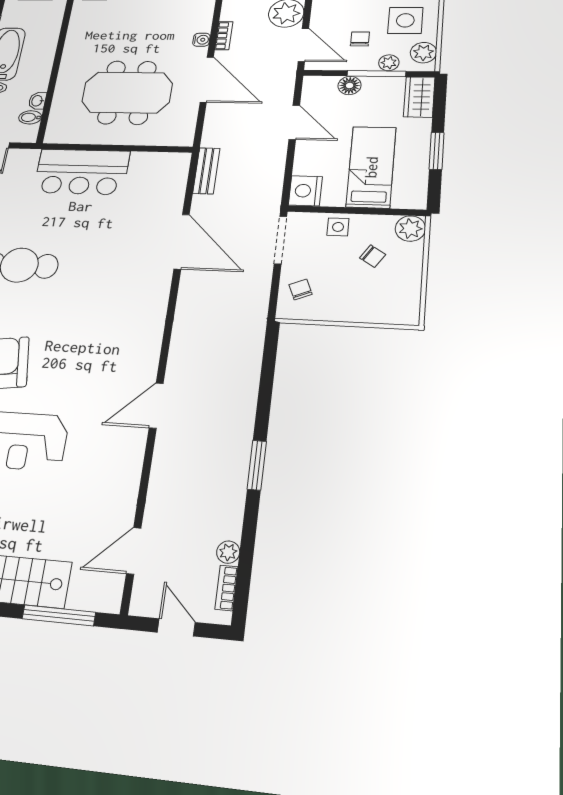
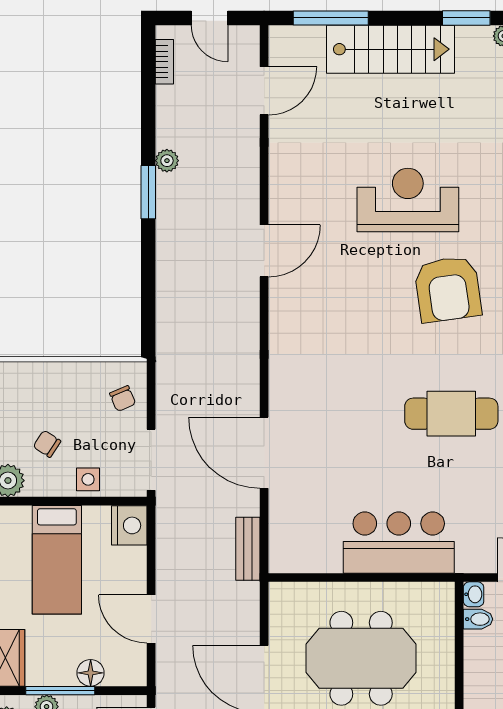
washbasin: (37, 101) -> (474, 594), moved
plant: (228, 552) -> (167, 161), moved

